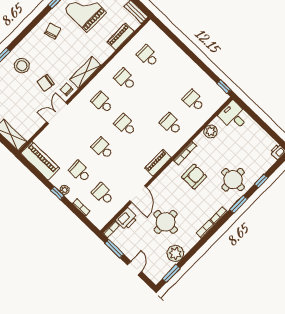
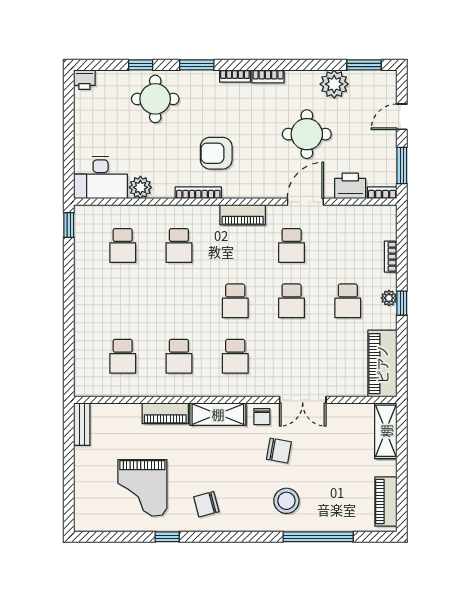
piano: (121, 37) -> (165, 413), moved
desk: (234, 116) -> (101, 178), width x1.37
round table: (233, 180) -> (155, 99), moved
school desk: (103, 194) -> (292, 245), moved

